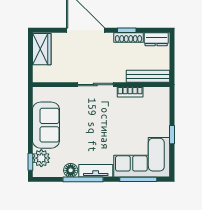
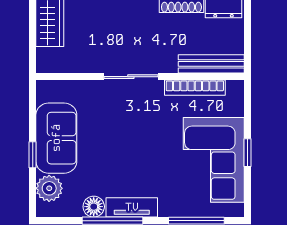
bookcase: (130, 92) -> (195, 88), width x1.56
corner sofa: (142, 157) -> (214, 160), moved, turned -90
window: (30, 162) -> (33, 155), moved

